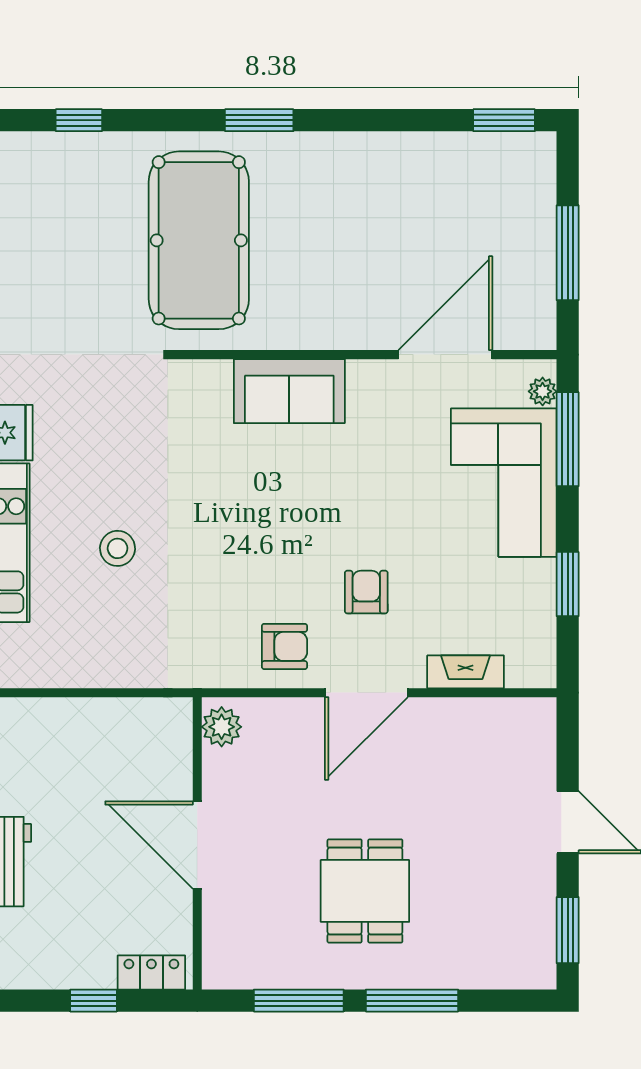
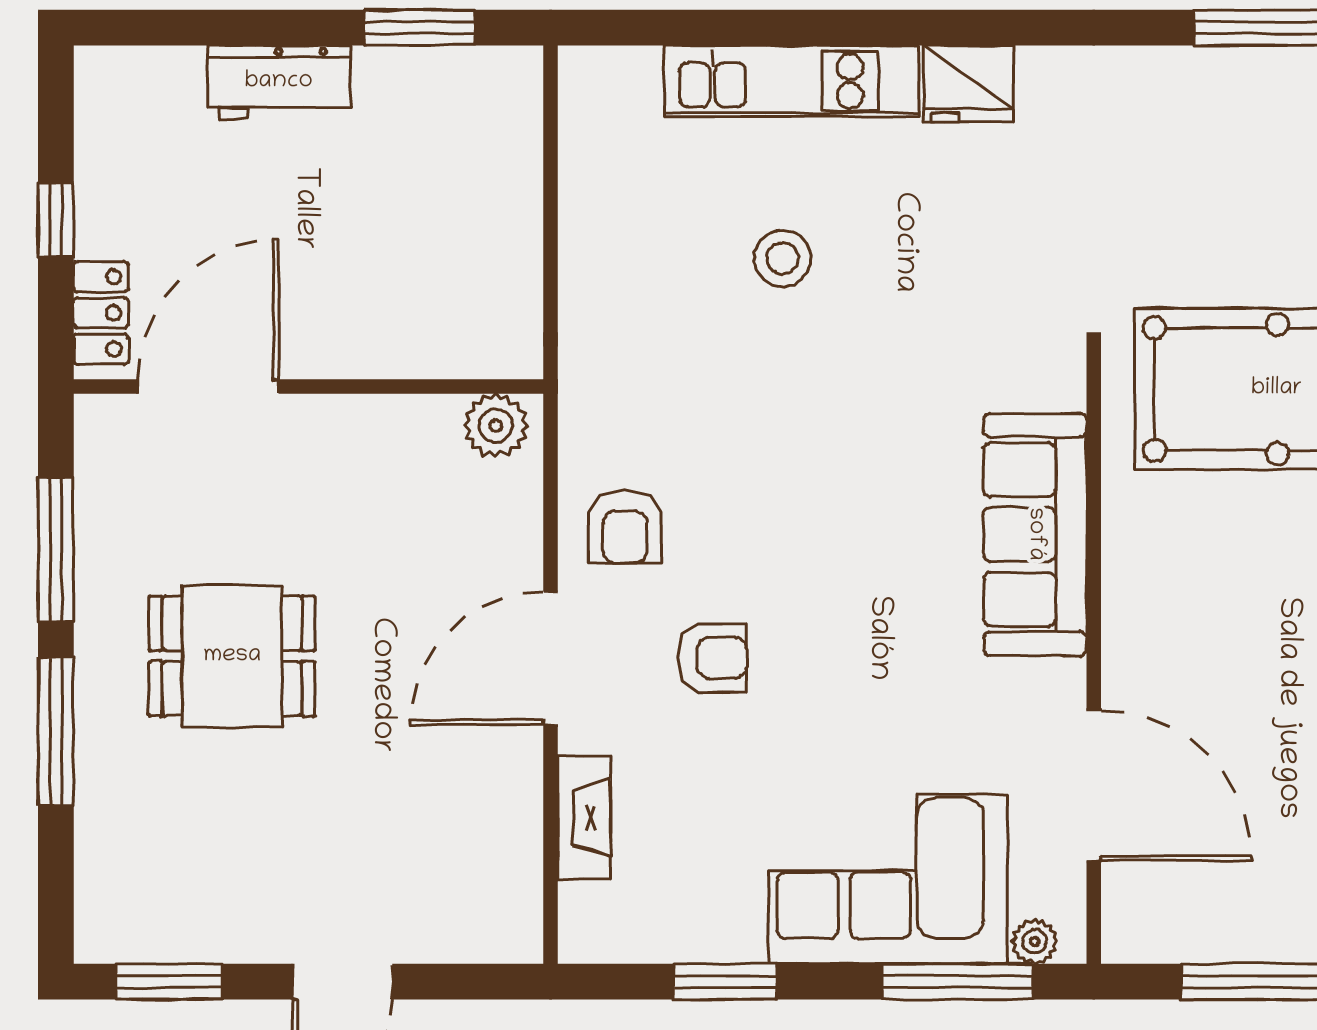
sofa: (289, 391) -> (1035, 534), width x1.36
door: (366, 693) -> (551, 658), hinge flipped
door: (197, 845) -> (208, 387), moved

